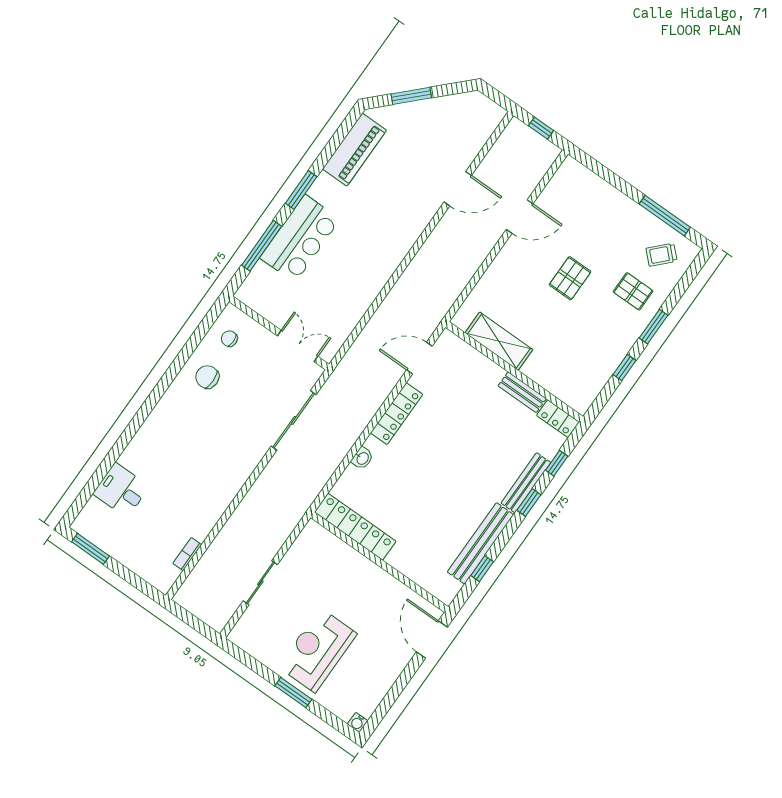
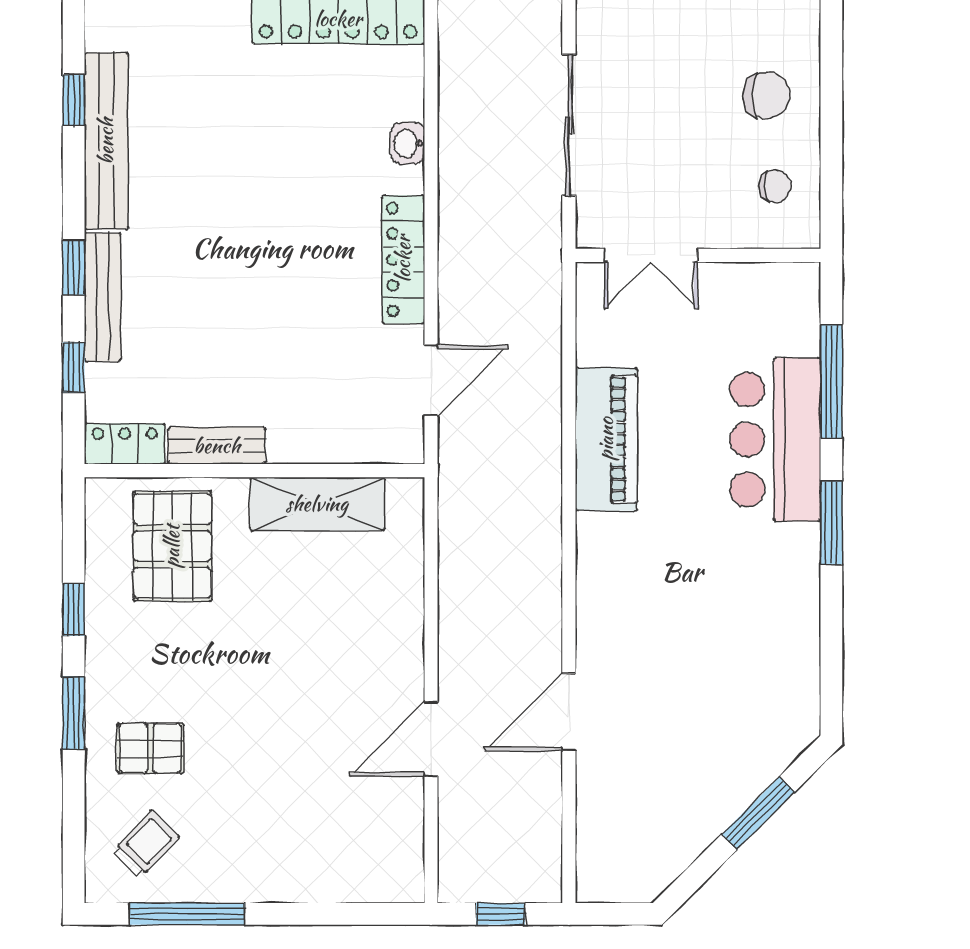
piano: (355, 150) -> (606, 439), moved, turned 180
pallet: (570, 278) -> (172, 546), moved, width x1.50, depth x1.42

